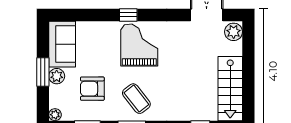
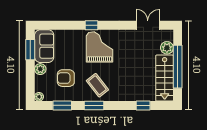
plant: (234, 32) -> (167, 48), moved
window: (43, 72) -> (30, 50), moved
window: (248, 73) -> (178, 67), added

